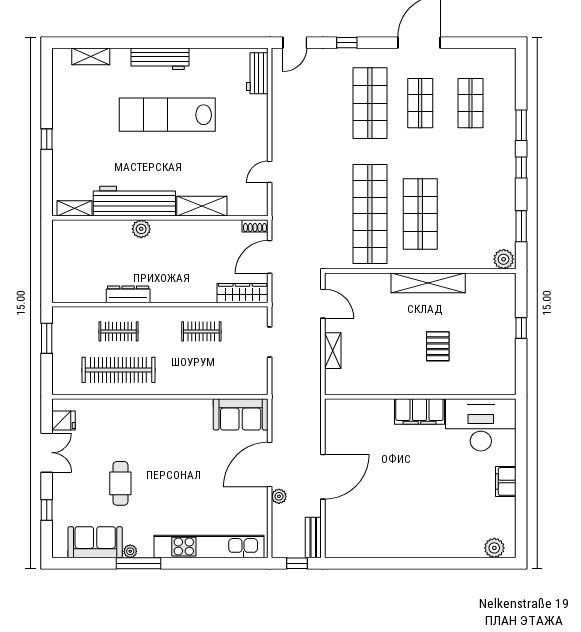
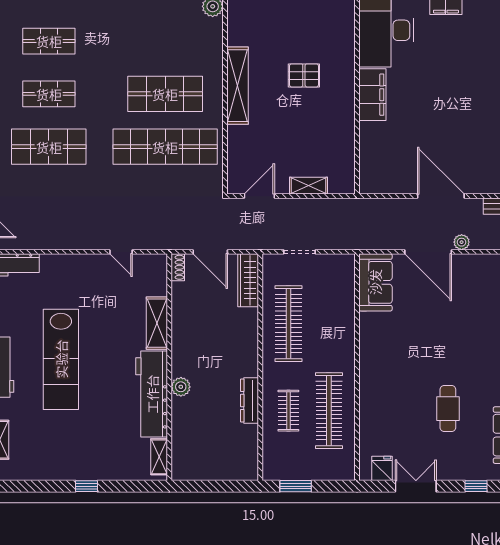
clothes rail: (201, 331) -> (288, 324), width x1.86, depth x1.31
cafe table: (120, 483) -> (448, 409), turned 90

